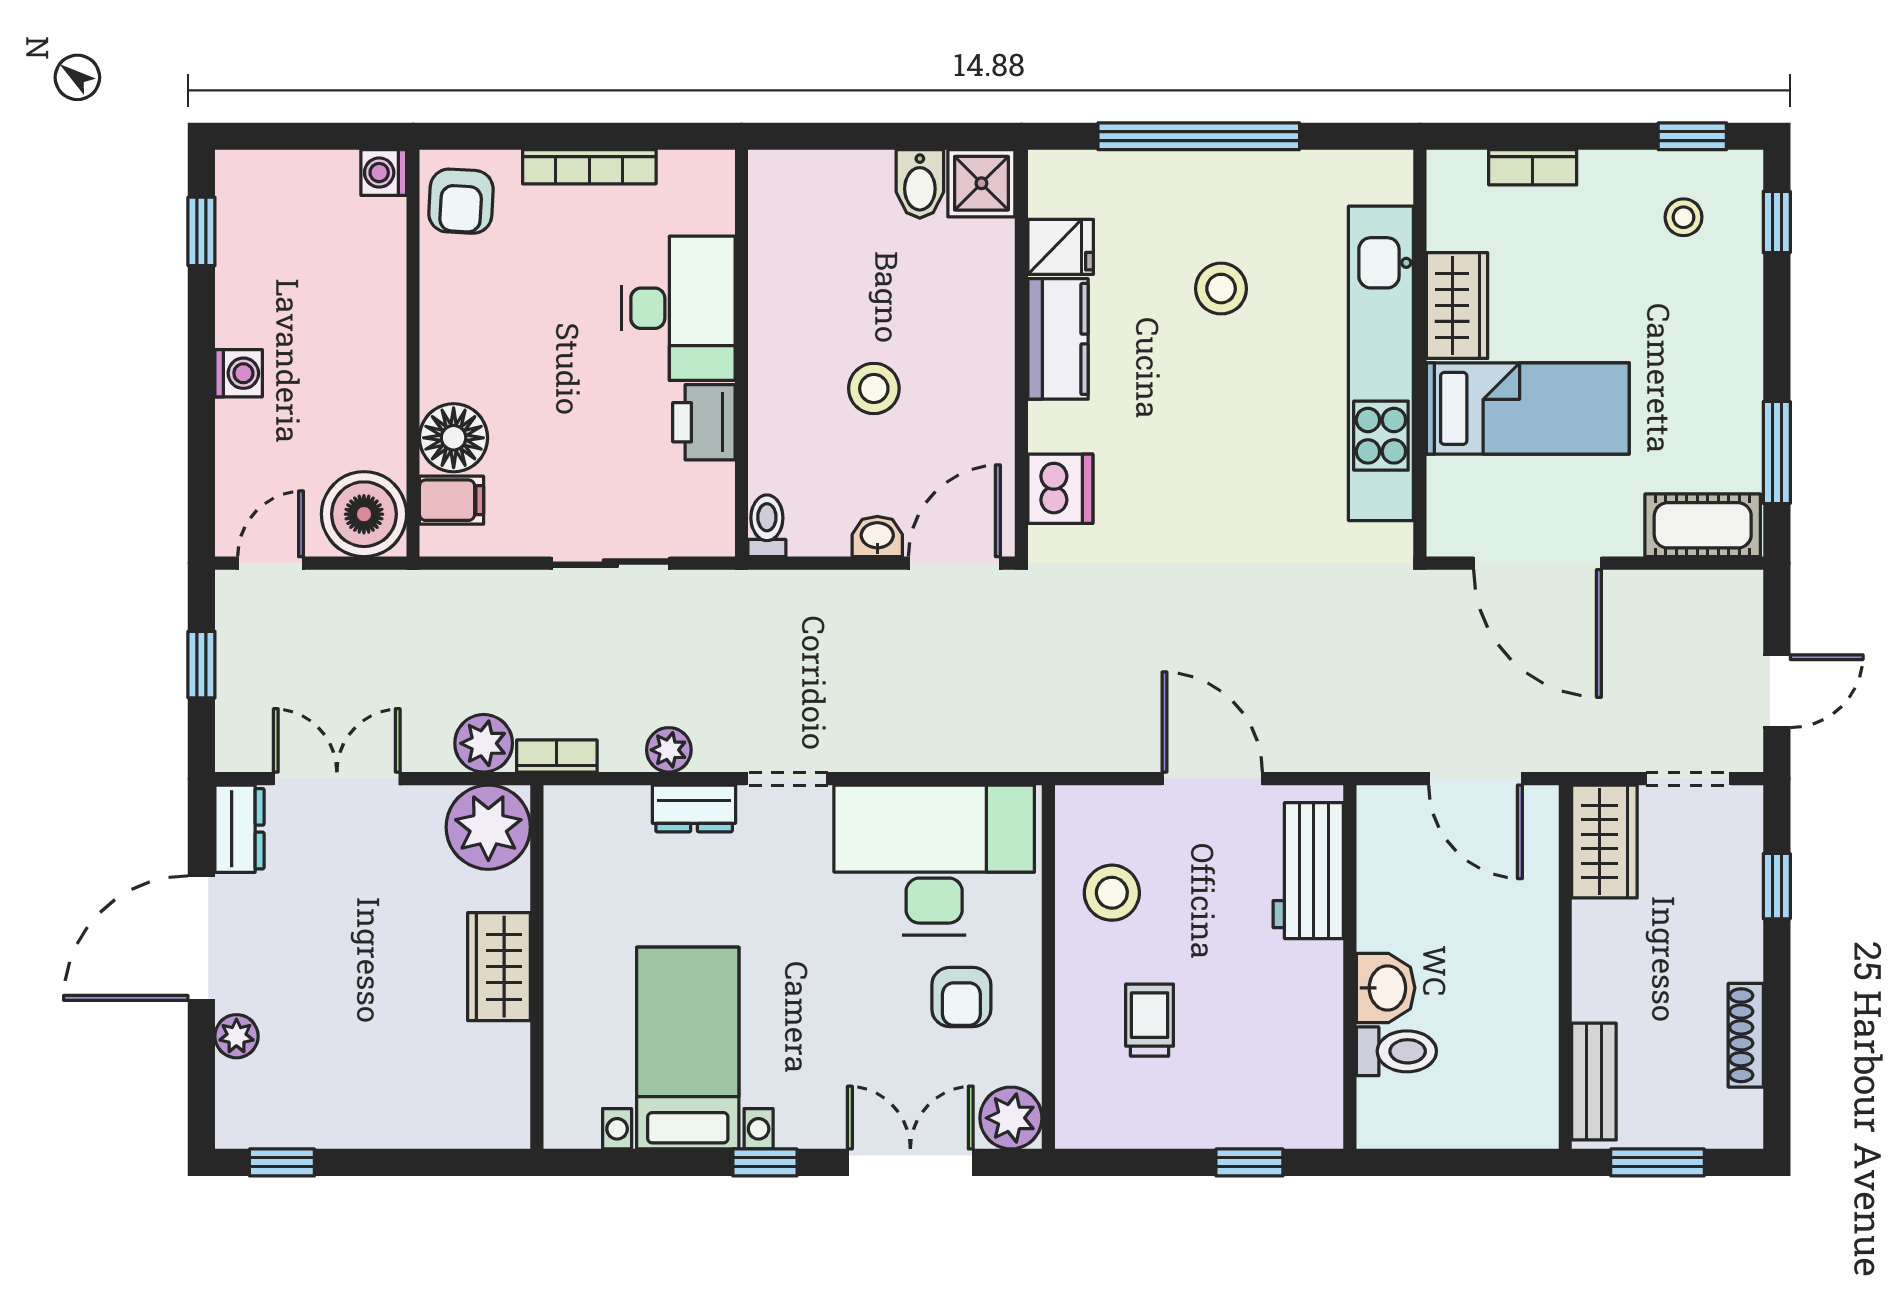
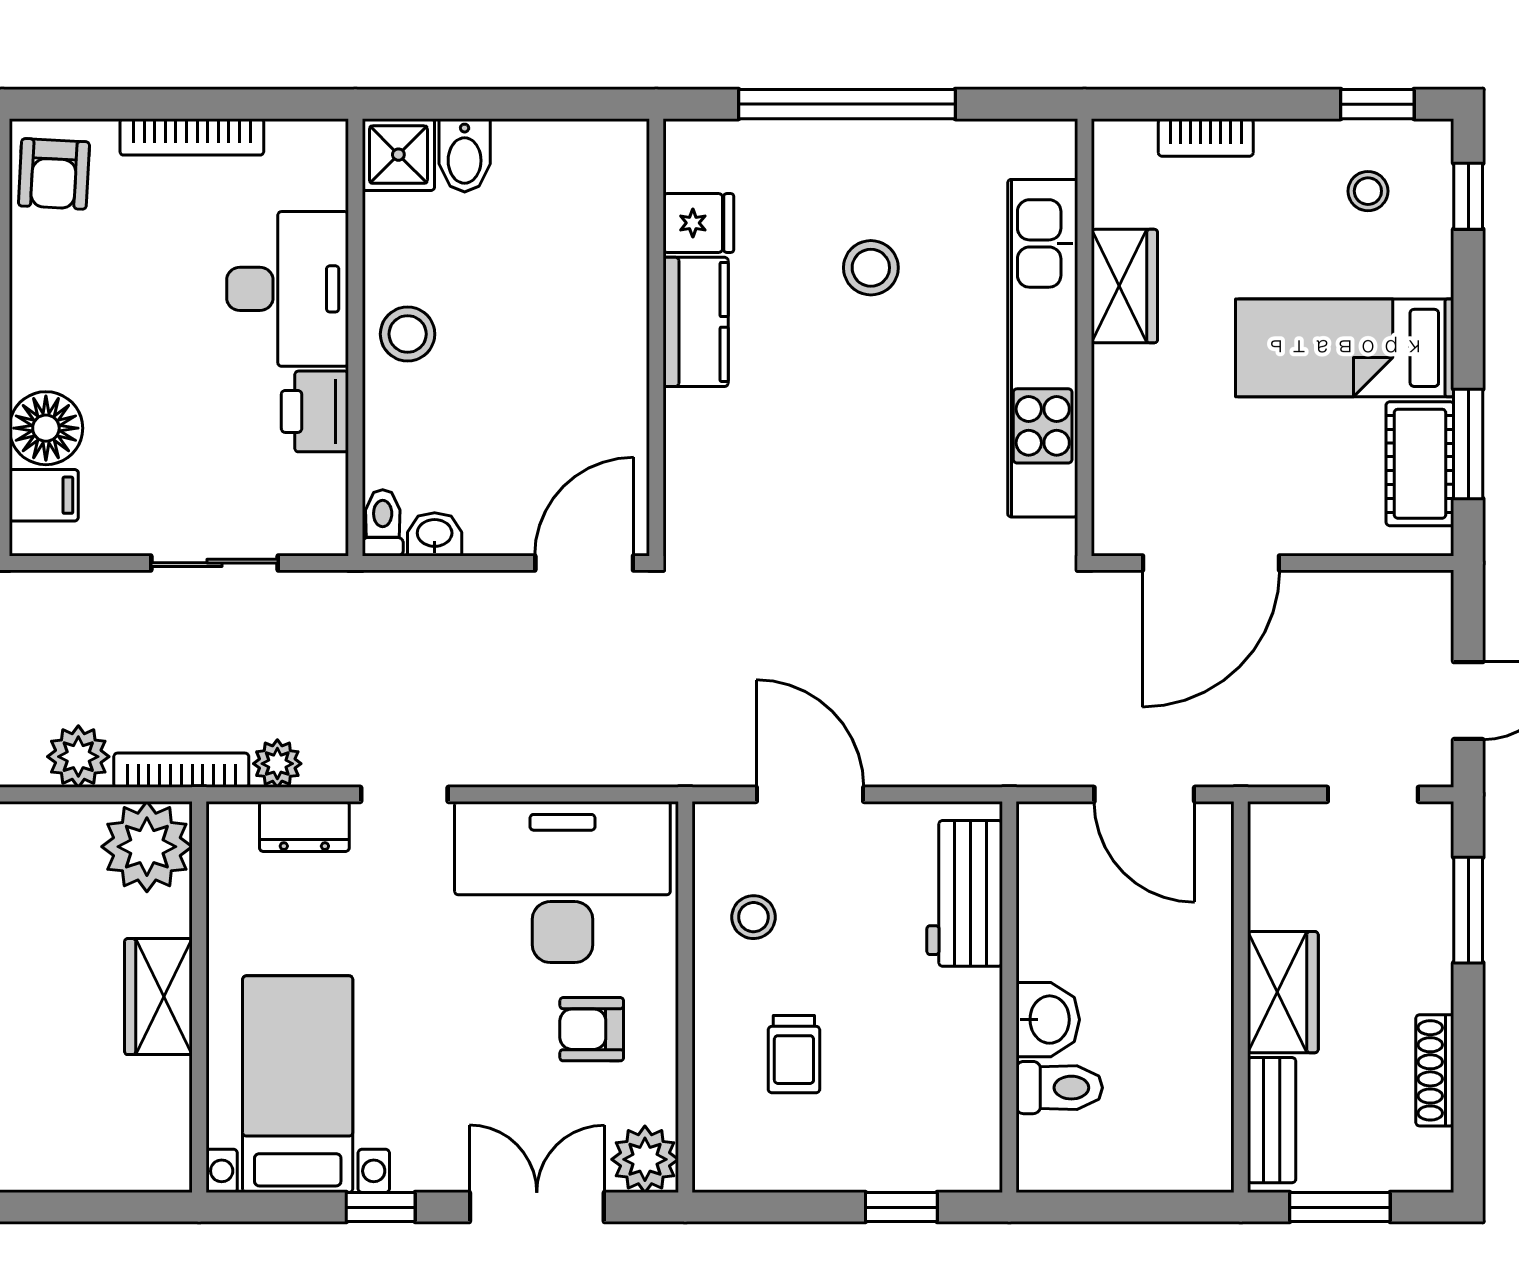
shower: (981, 183) -> (398, 155), moved
bidet: (920, 184) -> (465, 155), moved
stool: (874, 388) -> (408, 334), moved
bed: (1528, 408) -> (1345, 348), moved, turned 180
dishwasher: (1060, 489) -> (698, 483), removed
cot: (1703, 525) -> (1420, 464), moved, turned 90
washbasin: (877, 536) -> (435, 534), moved
door: (1538, 563) -> (1211, 563), hinge flipped
bookcase: (557, 756) -> (181, 770), width x1.56
door: (1212, 779) -> (810, 794), moved
plant: (488, 827) -> (147, 847), moved
wardrobe: (1604, 841) -> (1283, 992), moved
window: (1777, 886) -> (1468, 910), width x1.50
stool: (1112, 893) -> (753, 917), width x0.73, depth x0.73
wardrobe: (499, 967) -> (158, 997), moved
wall: (537, 967) -> (199, 997), moved
armchair: (961, 997) -> (592, 1029), turned 90
trolley: (1150, 1020) -> (794, 1054), turned 180

